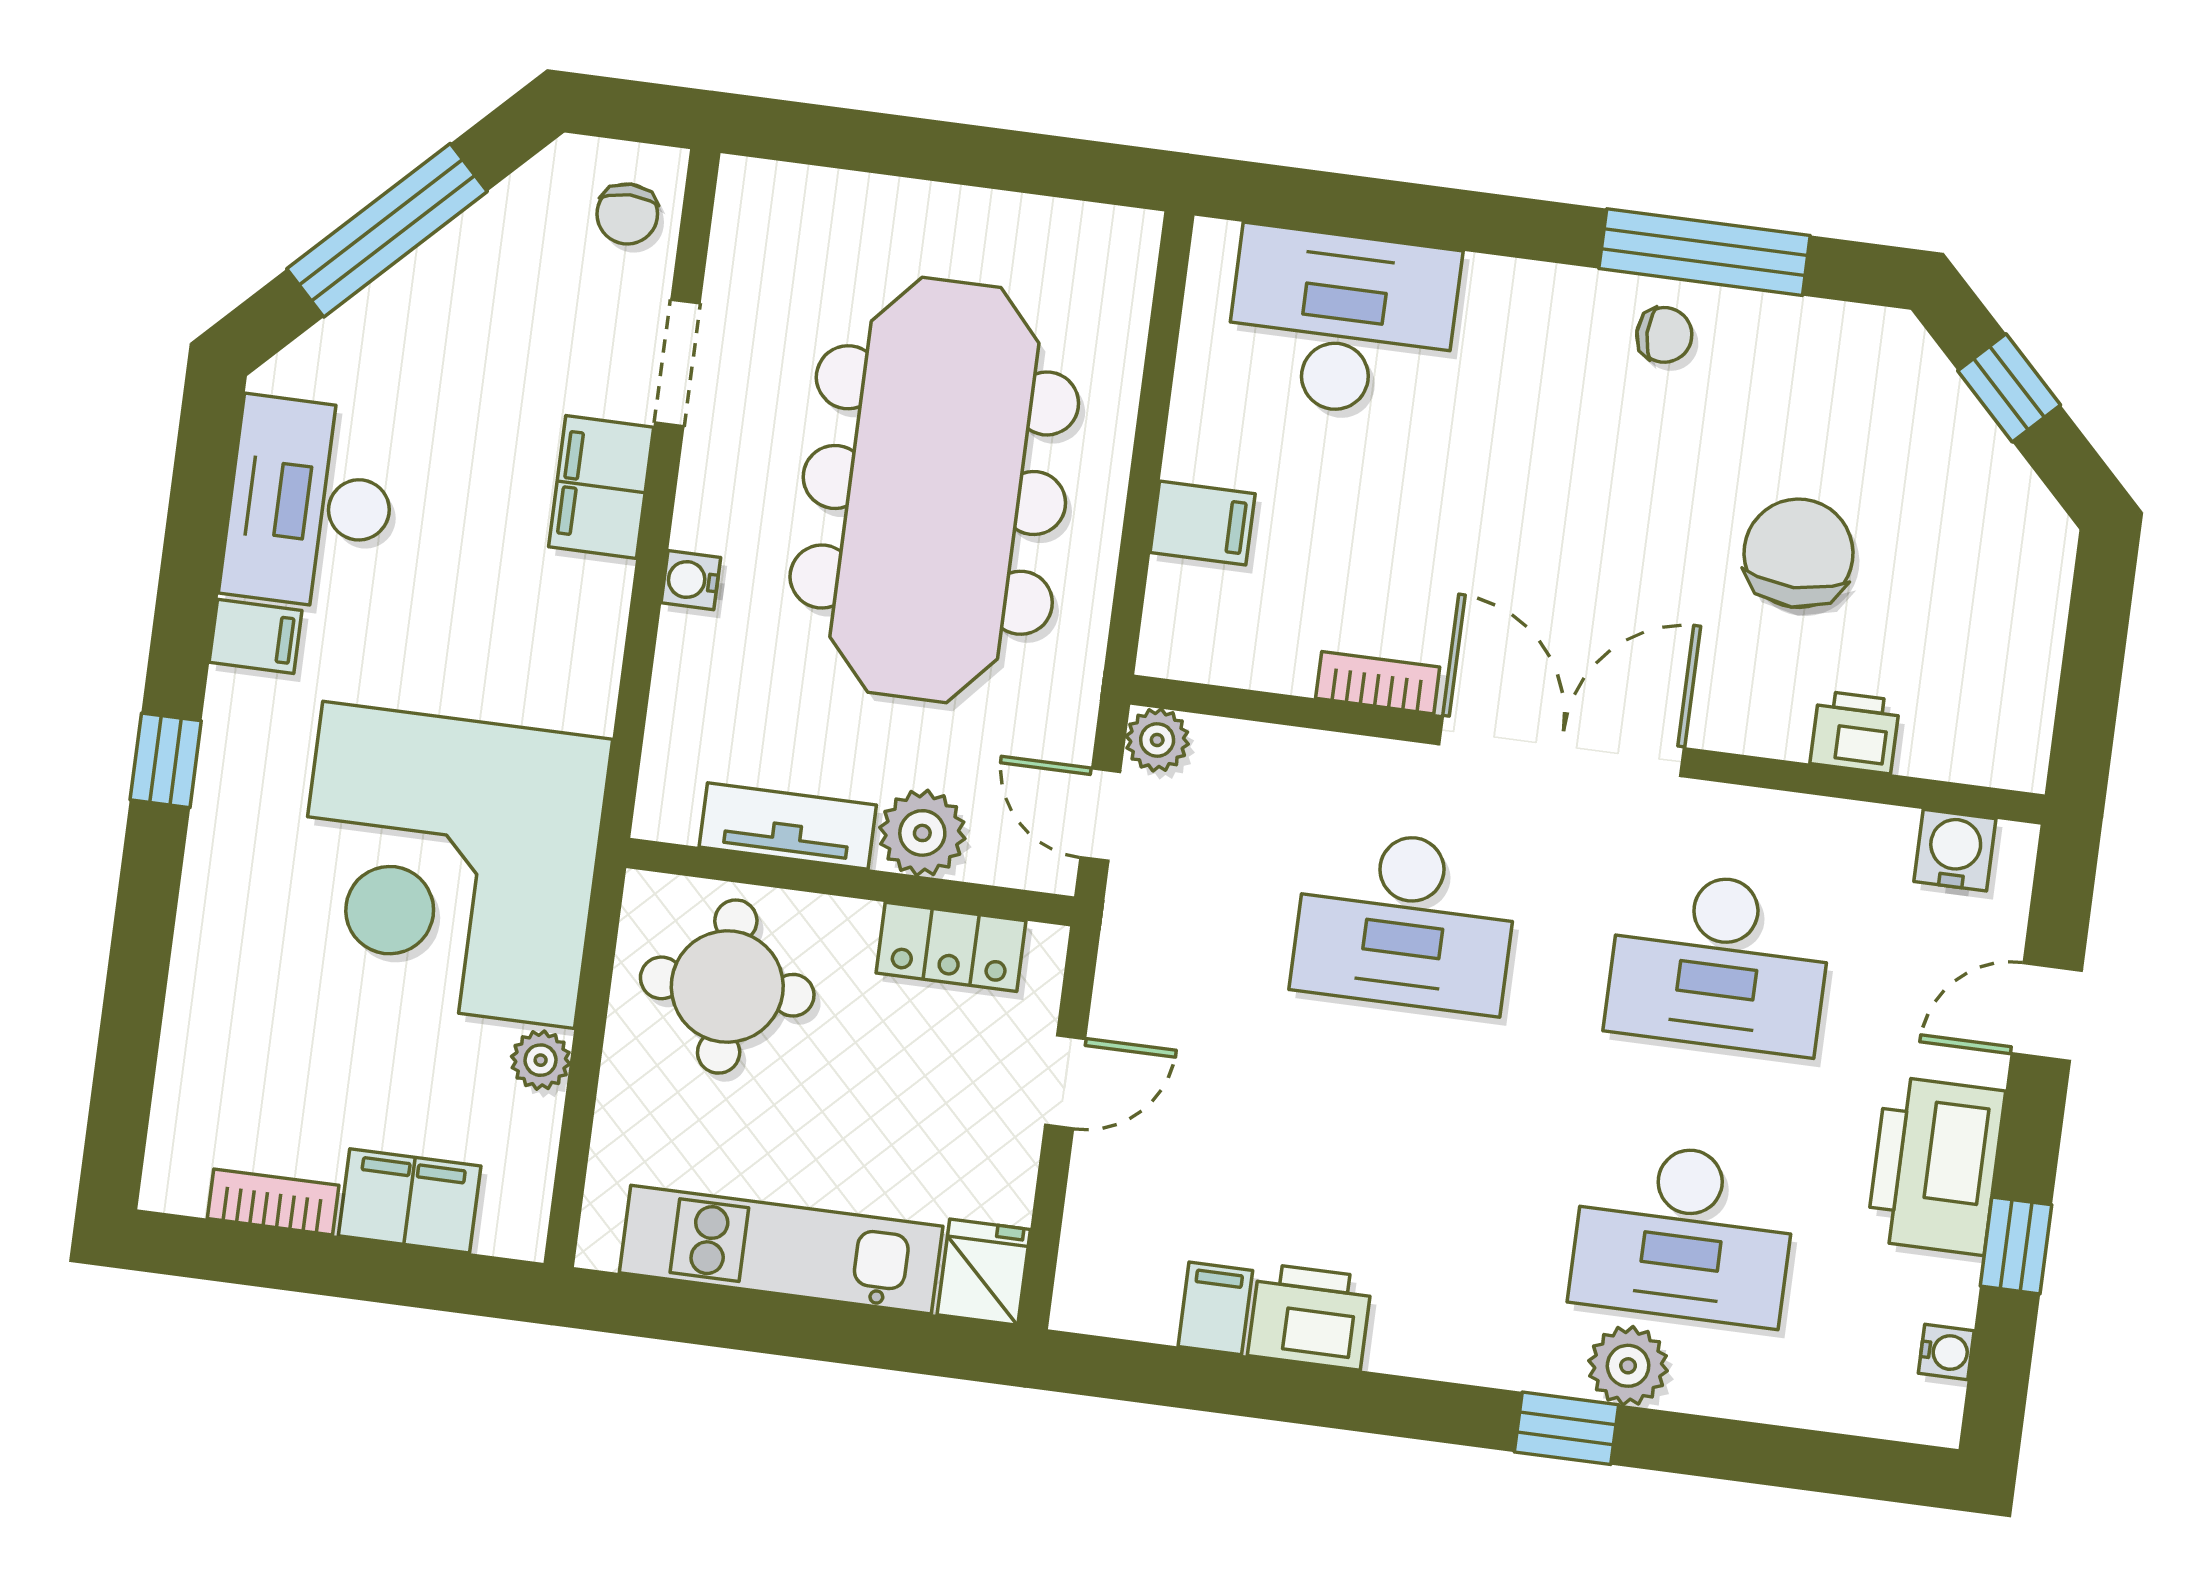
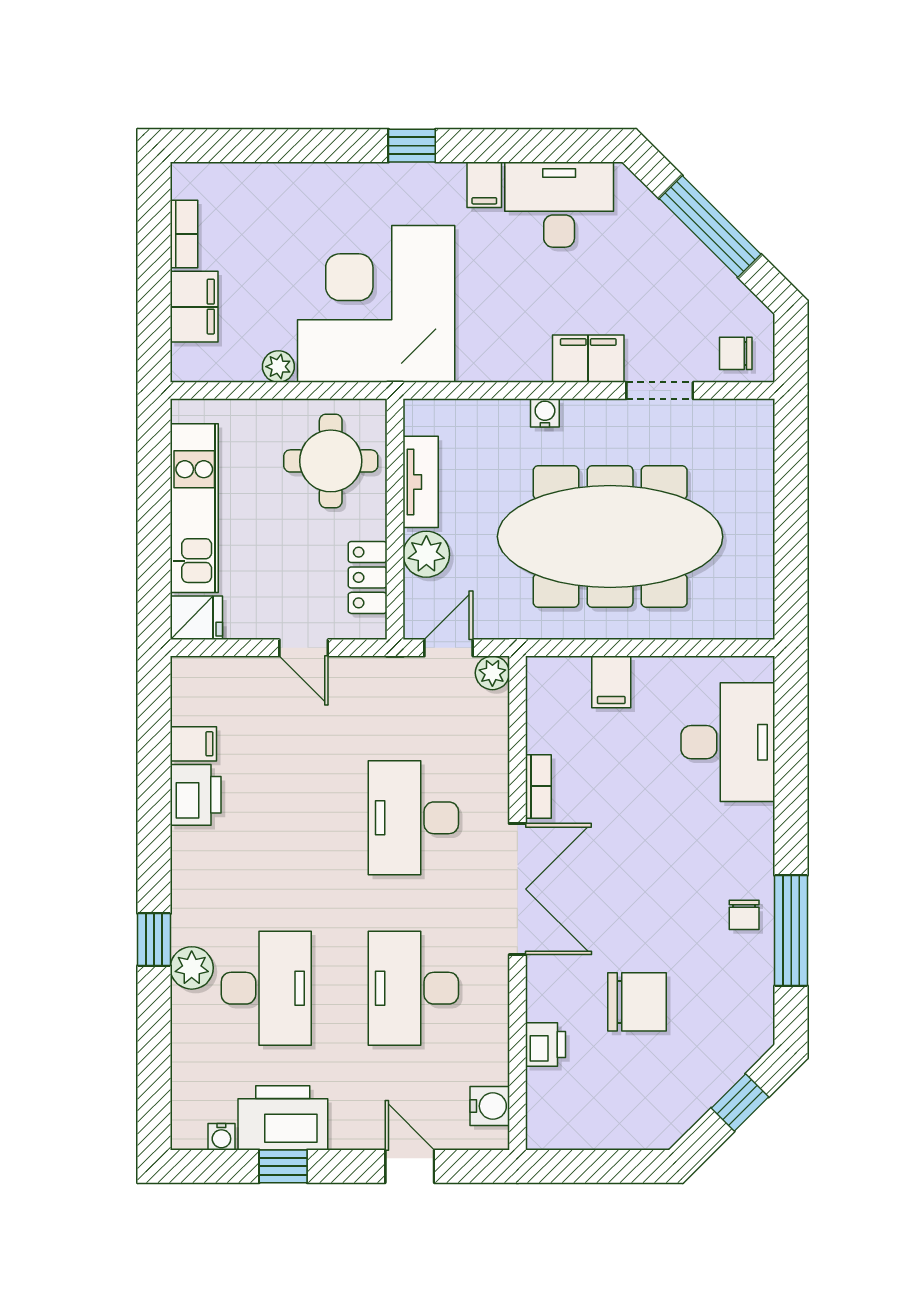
printer: (1936, 1166) -> (283, 1118), moved
desk: (1683, 1233) -> (266, 988), turned 180

